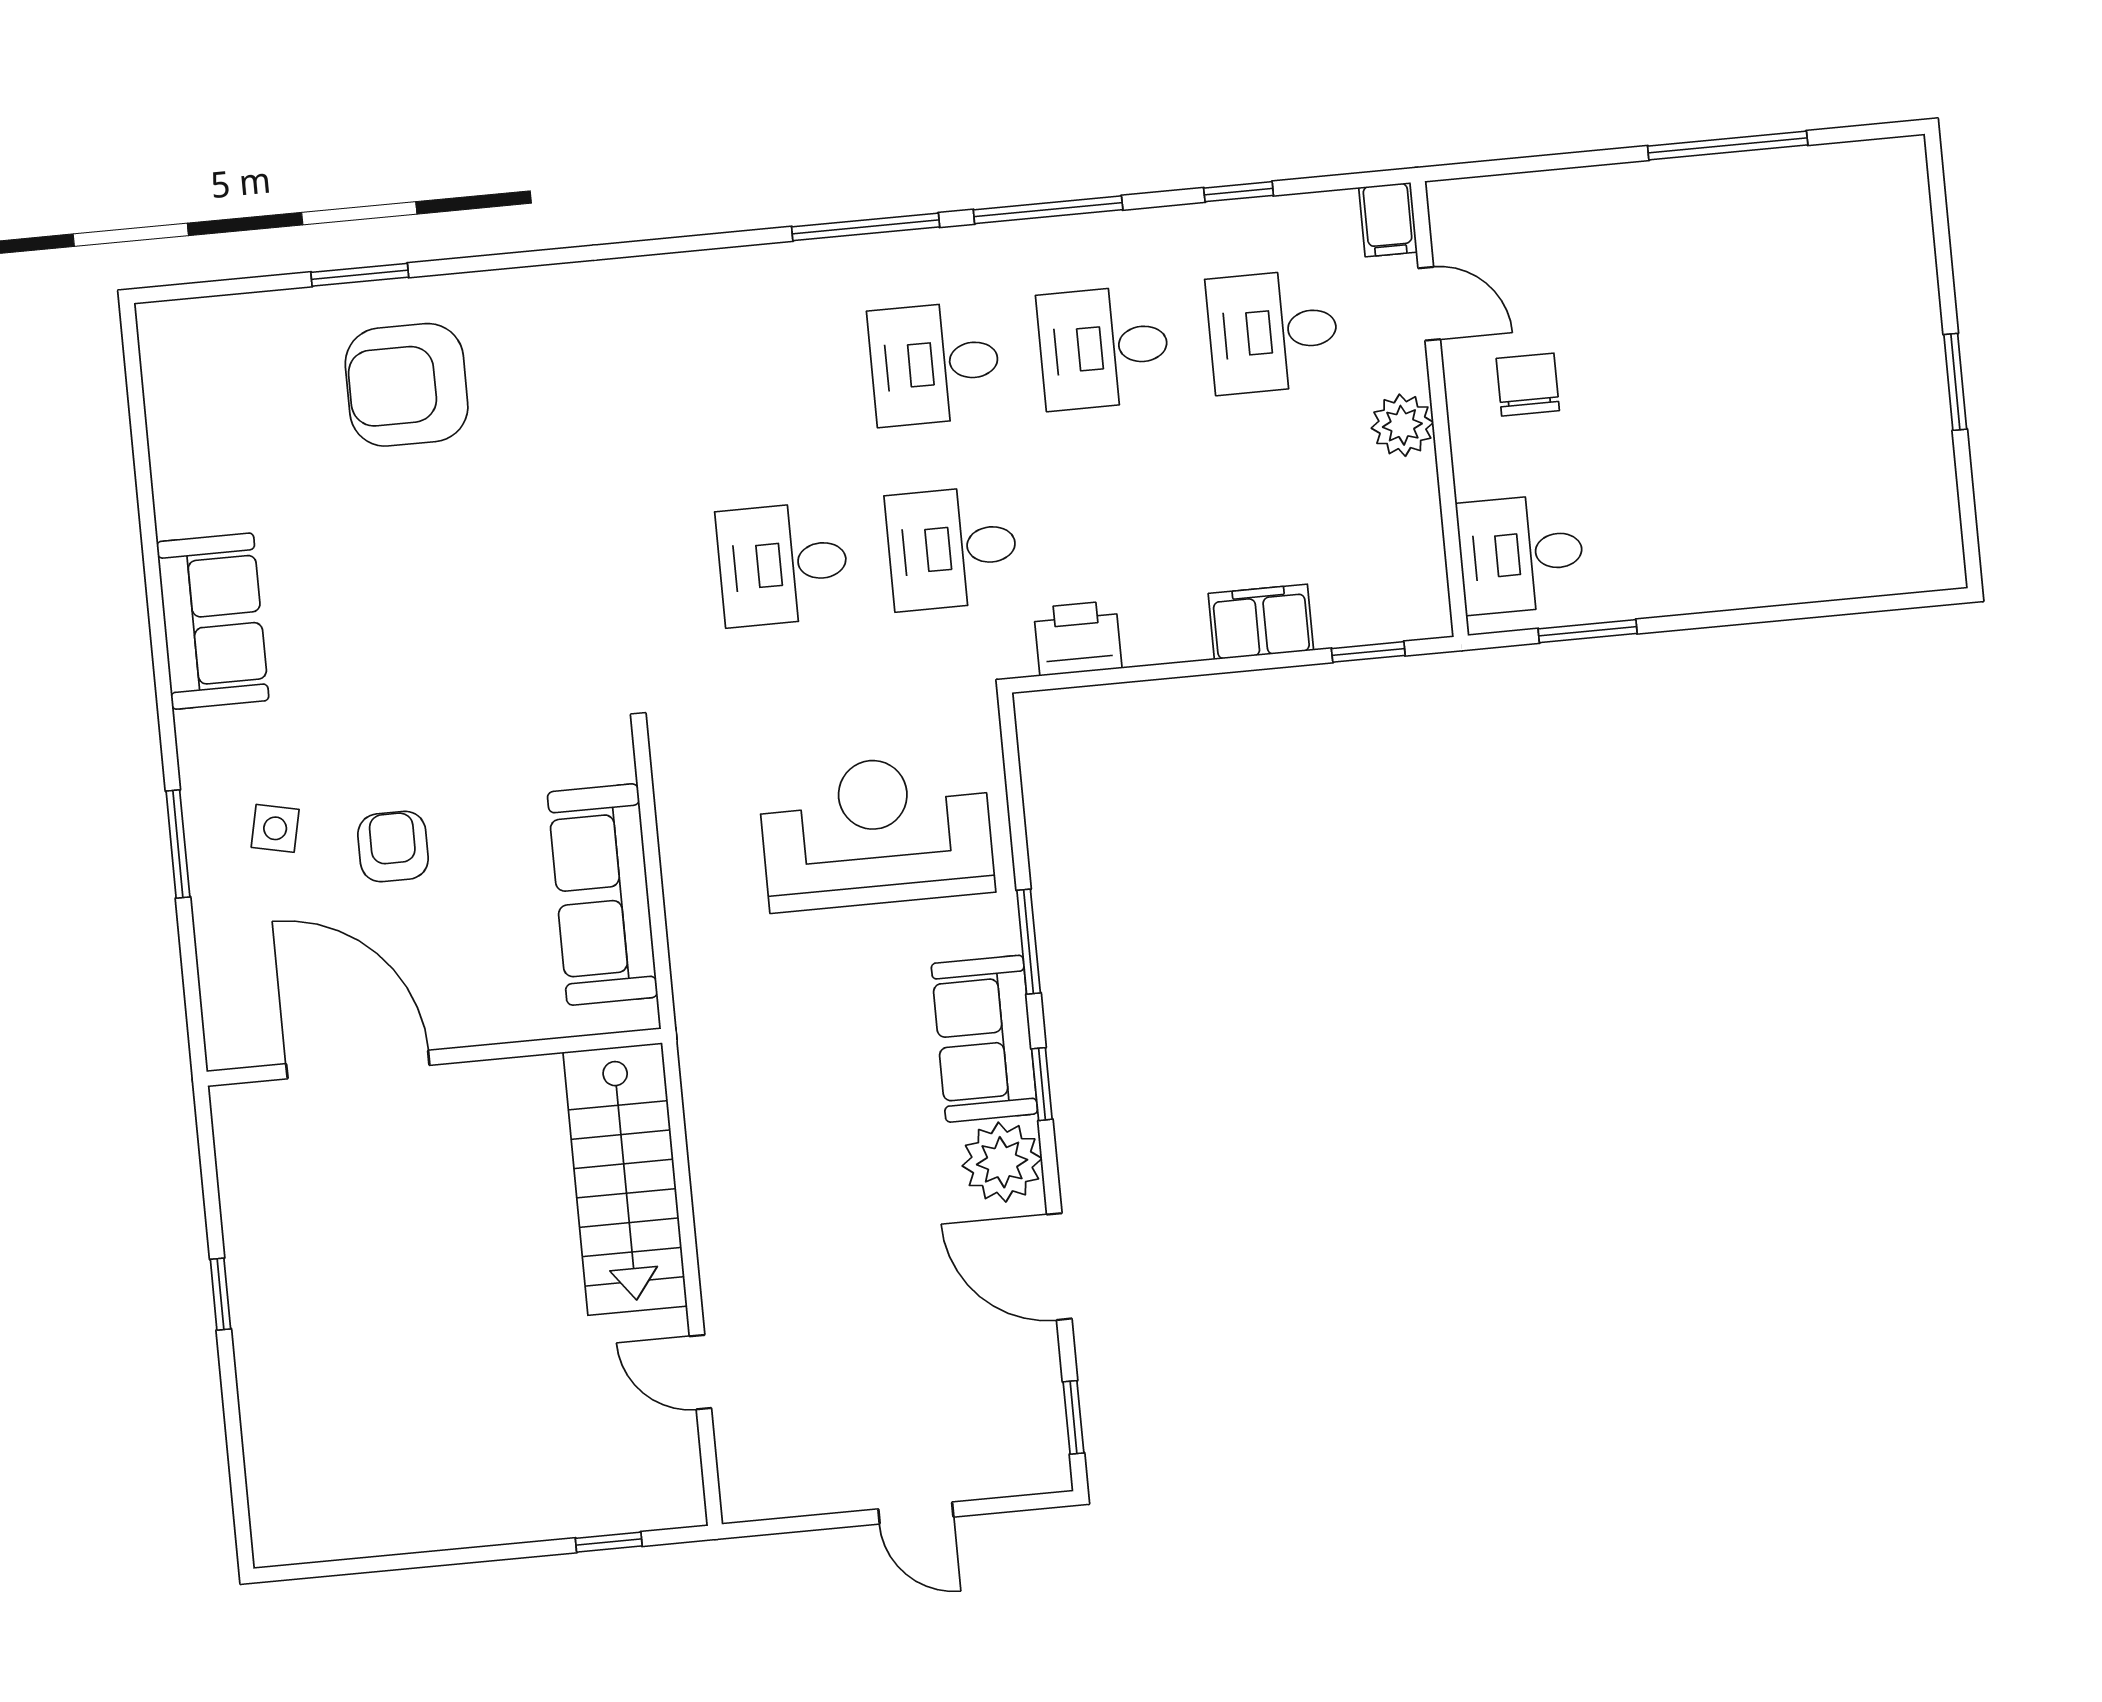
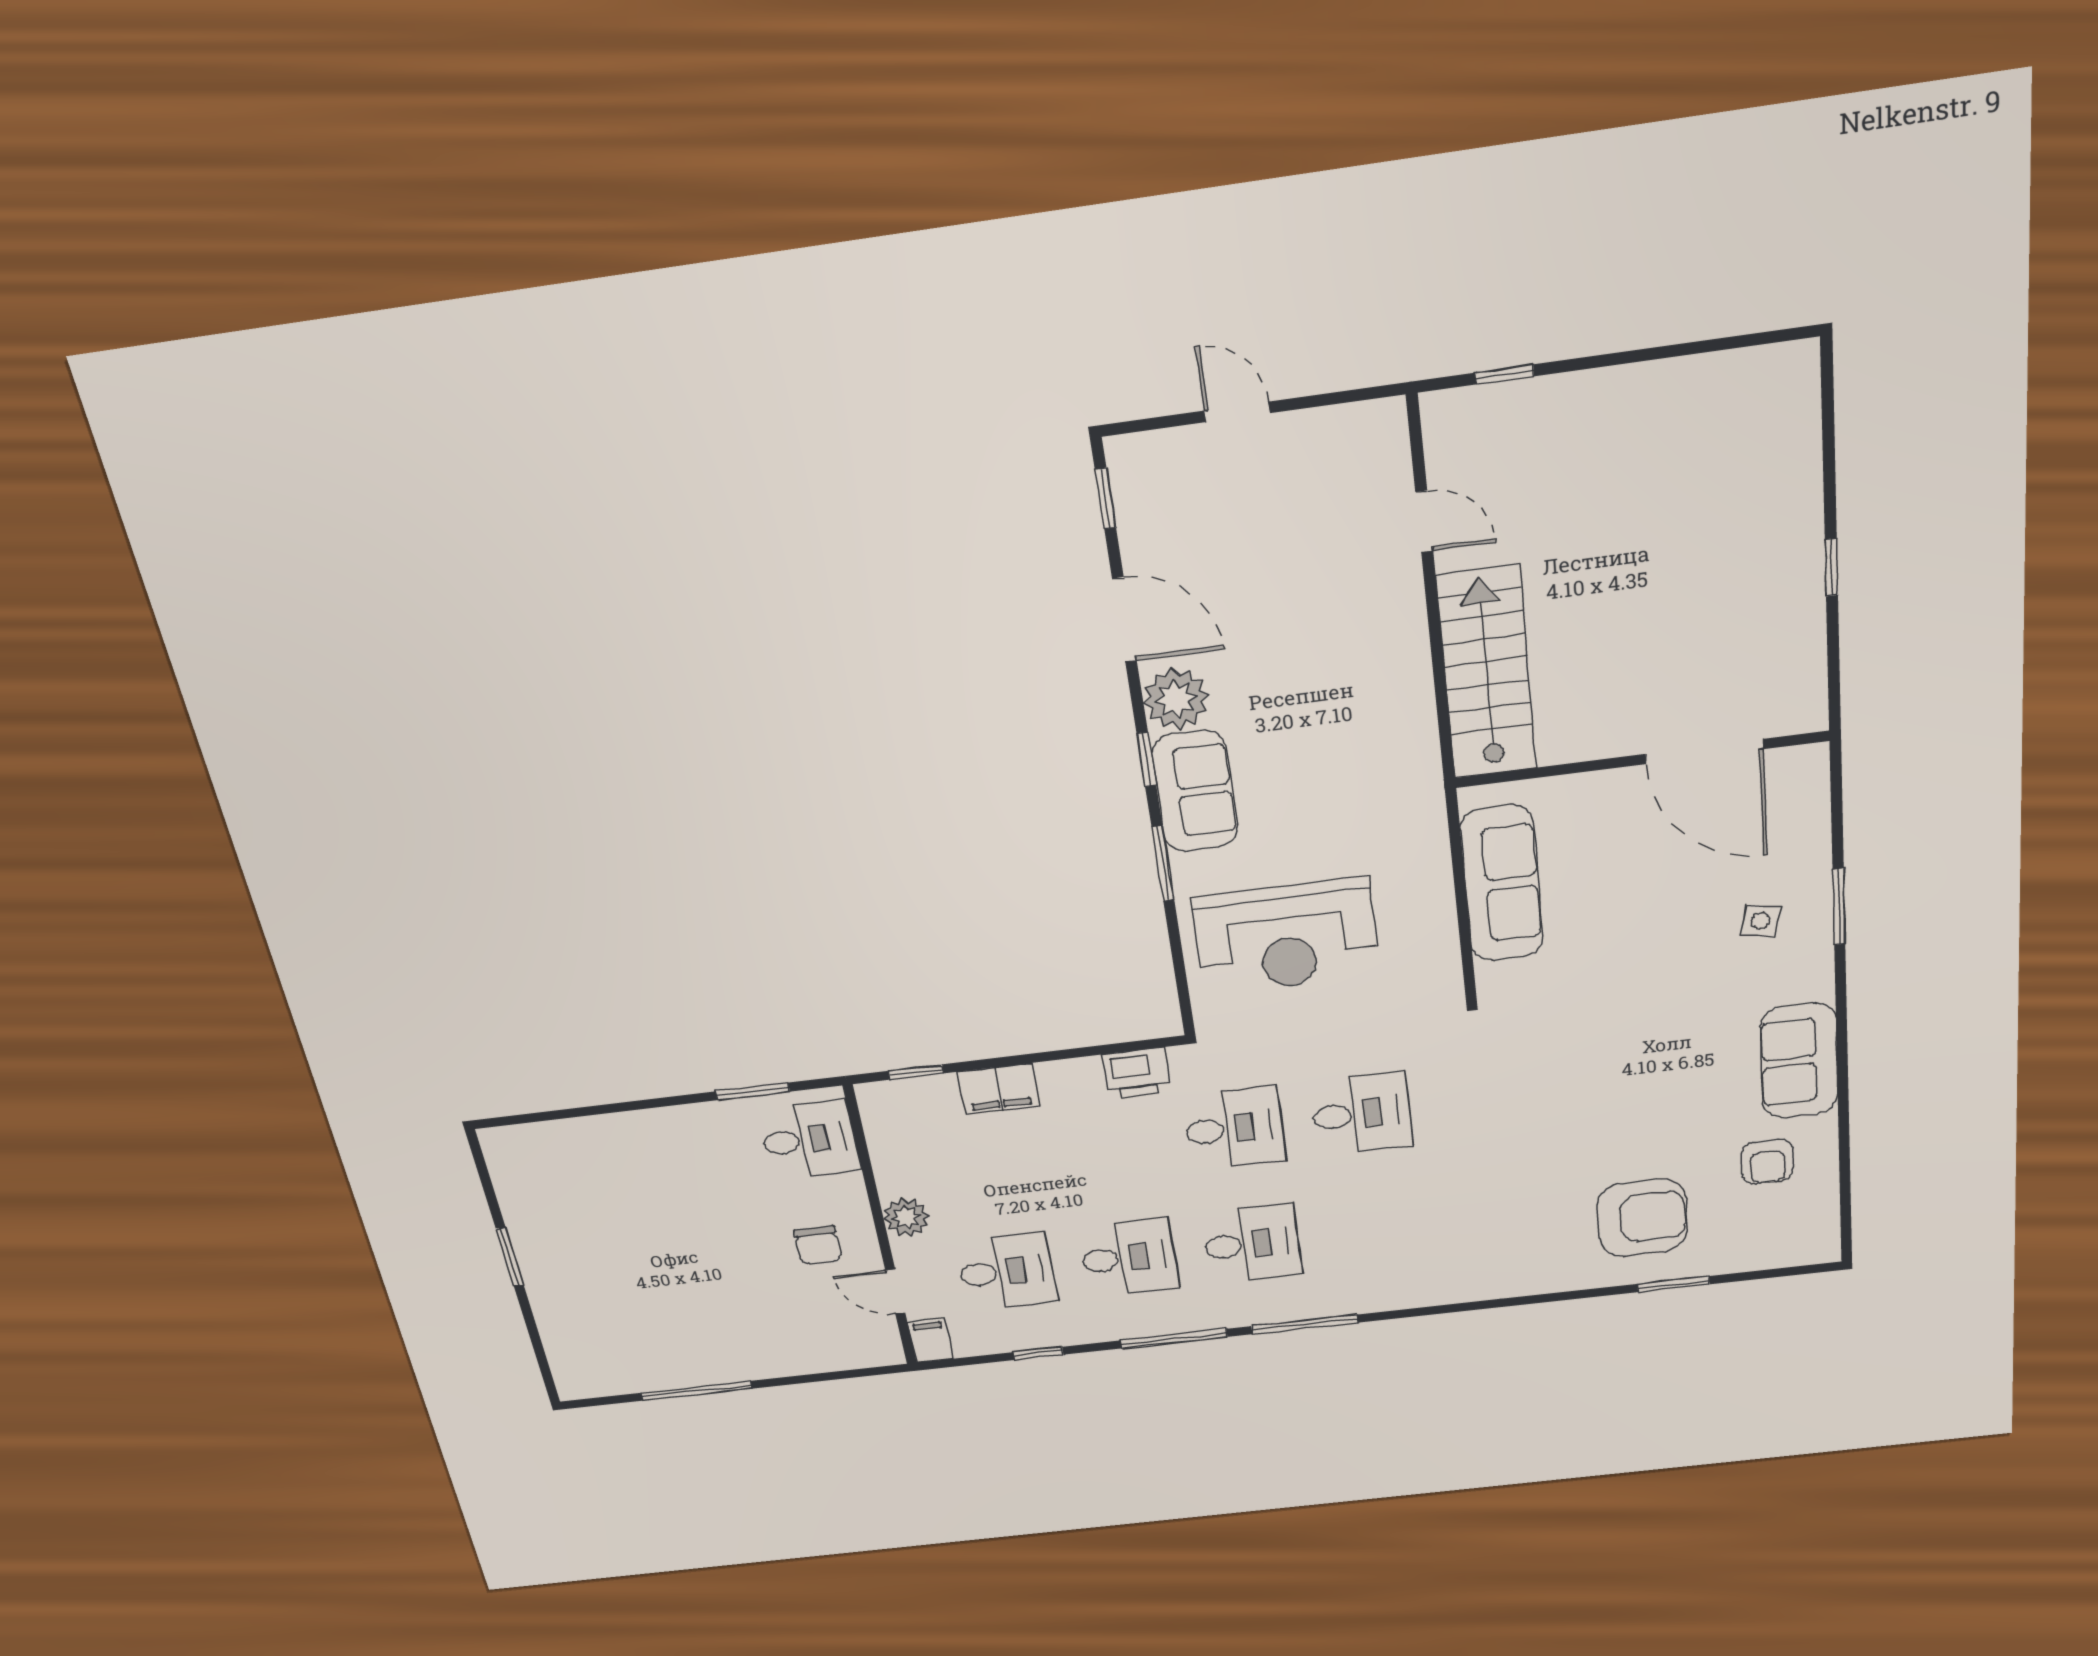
armchair: (393, 847) -> (1768, 1161), moved

